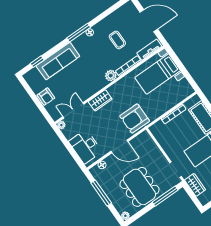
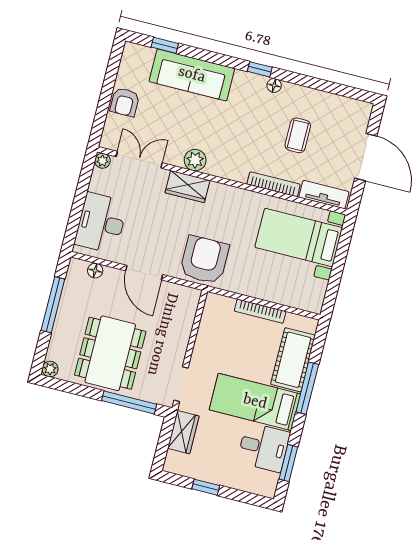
window: (79, 33) -> (260, 69), width x0.46
plant: (111, 76) -> (195, 160), moved
armchair: (135, 119) -> (204, 260), turned 90

